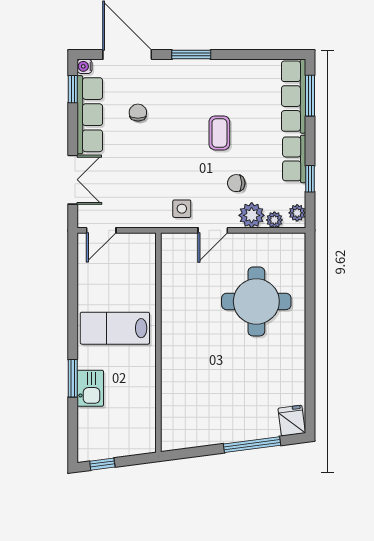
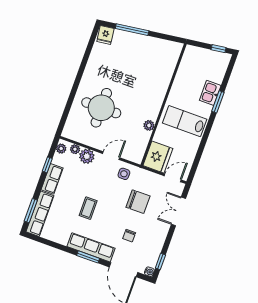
row of seats: (90, 115) -> (91, 247), moved, turned 90
chair: (236, 183) -> (138, 202), moved, width x1.87, depth x1.87
fridge: (137, 255) -> (158, 157), added
plant: (170, 301) -> (149, 125), added
lab bench: (115, 328) -> (185, 121), turned 180

